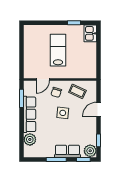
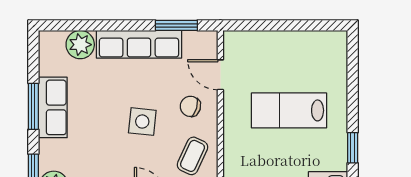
lab bench: (58, 50) -> (289, 110), turned 180
row of seats: (67, 151) -> (53, 107), moved

